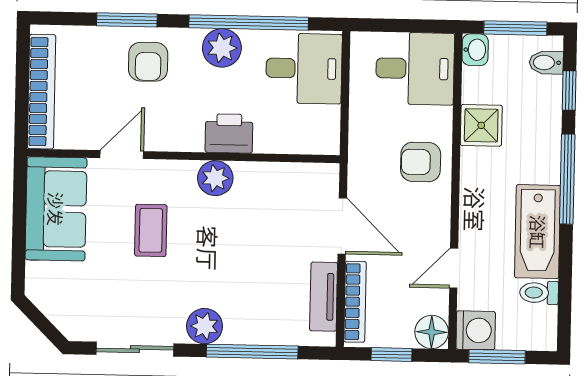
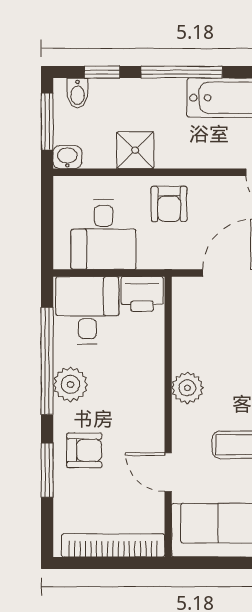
desk: (415, 69) -> (104, 235), moved, turned 180
printer: (229, 133) -> (142, 294), moved, turned -90

